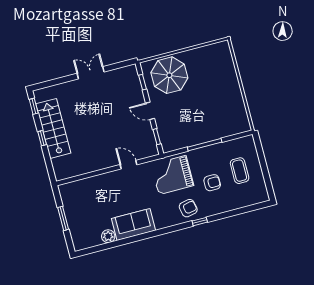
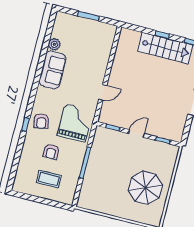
parasol: (169, 75) -> (145, 188), moved

